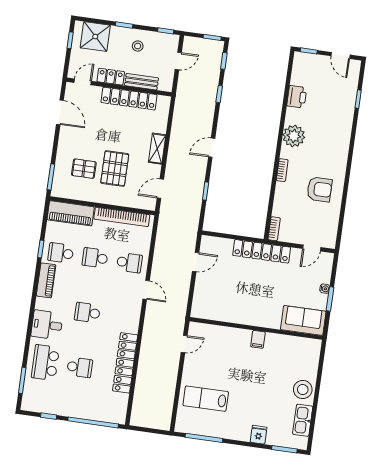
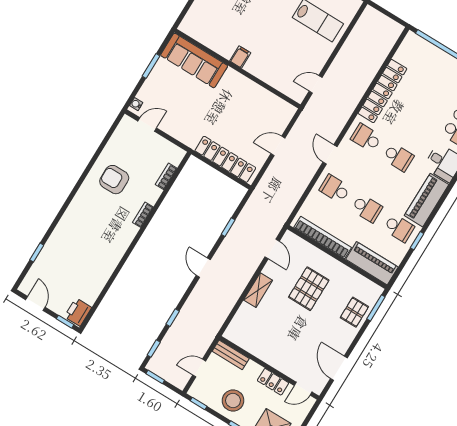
stool: (138, 46) -> (233, 401), width x1.89, depth x1.89
bench: (142, 82) -> (231, 355), moved
printer: (297, 97) -> (78, 312), moved
locker: (129, 99) -> (264, 352), removed
plant: (294, 136) -> (117, 244), removed
door: (212, 148) -> (203, 268), swing flipped
pallet: (84, 169) -> (354, 312), moved, turned 90
door: (160, 189) -> (272, 249), hinge flipped
bookcase: (274, 229) -> (166, 176), moved
locker: (262, 251) -> (225, 159), moved
door: (196, 262) -> (278, 146), moved
piano: (46, 280) -> (427, 200), width x1.37, depth x1.33
water cooler: (325, 289) -> (136, 104), moved
sofa: (303, 320) -> (194, 61), width x1.36
school desk: (80, 367) -> (366, 138), moved

